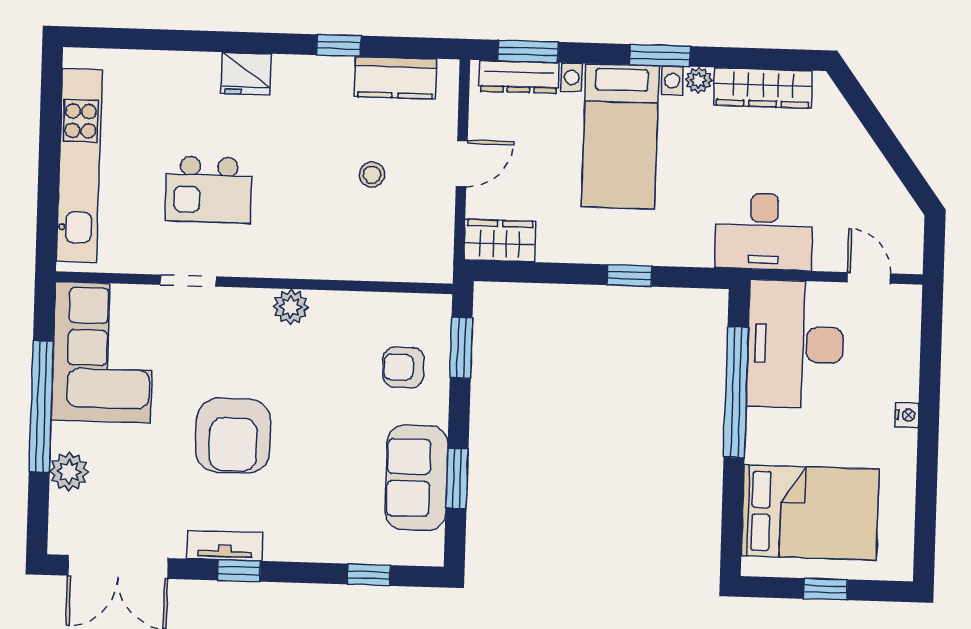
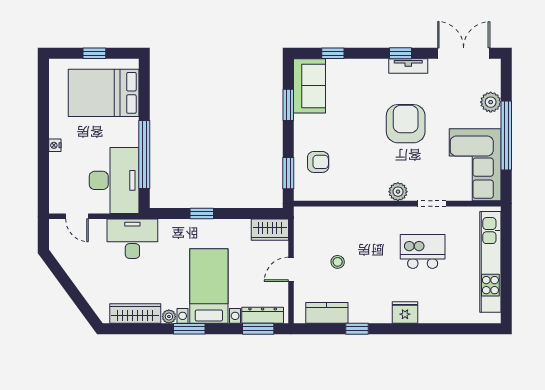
plant: (291, 307) -> (398, 192), moved
sofa: (416, 478) -> (310, 86), moved

